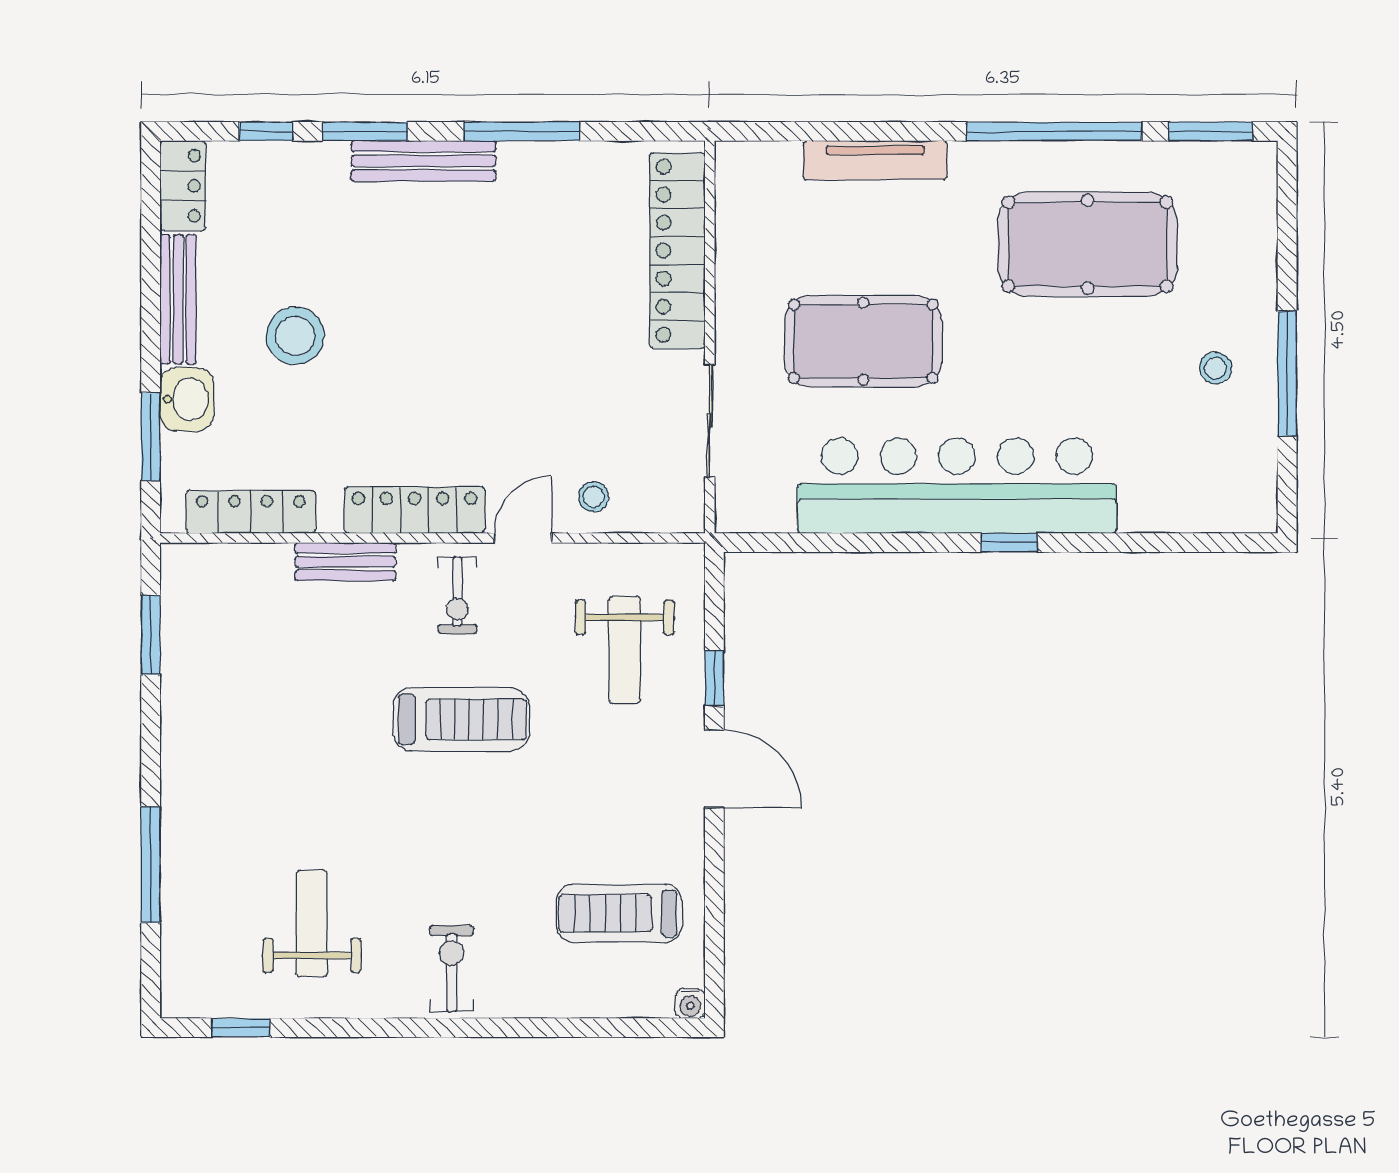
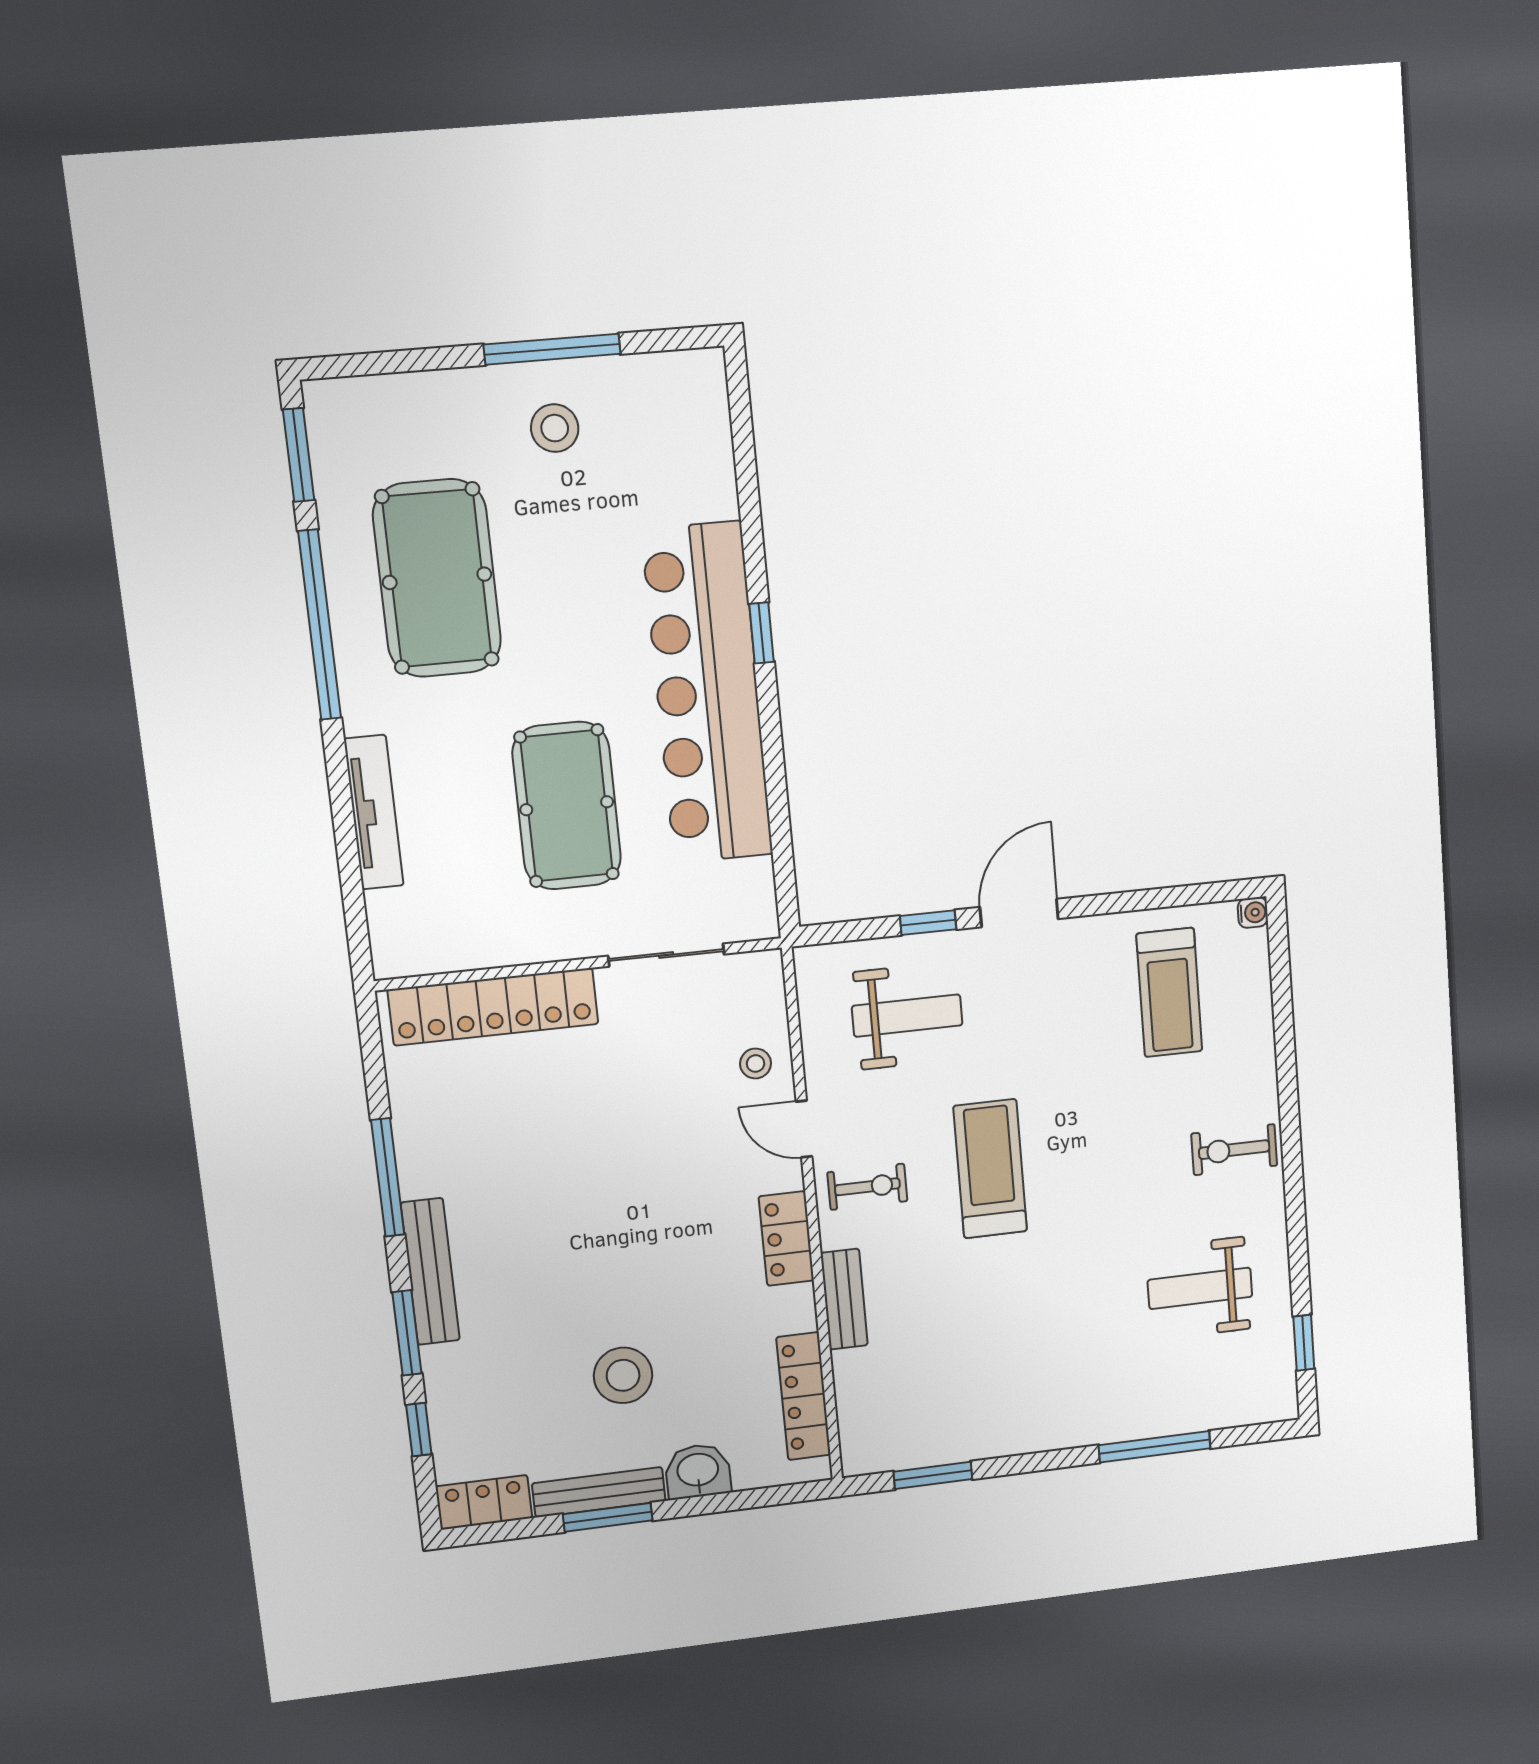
stool: (1216, 368) -> (555, 428), width x1.37, depth x1.37
window: (151, 437) -> (608, 1517), moved
locker: (415, 510) -> (786, 1239), width x0.66

